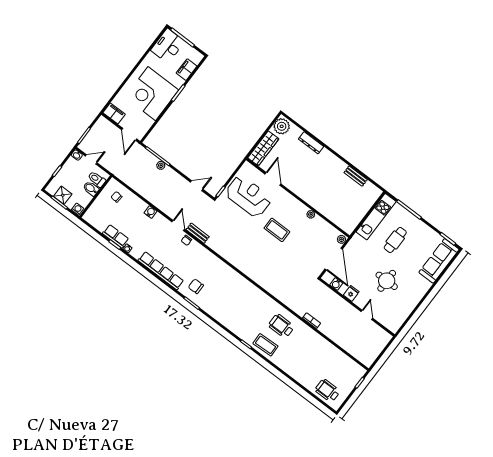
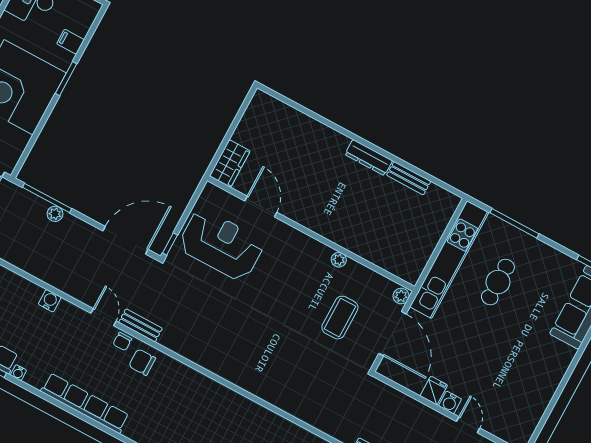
filing cabinet: (187, 70) -> (70, 42), width x0.50
plant: (282, 126) -> (262, 109), removed
dresser: (311, 143) -> (369, 158), moved
wardrobe: (263, 148) -> (230, 164), width x0.67
door: (197, 186) -> (125, 240), width x1.87
kitchen unit: (376, 217) -> (449, 260), width x1.36
coffee table: (277, 230) -> (340, 318), moved, turned 90
round table: (387, 281) -> (494, 358), removed
water cooler: (336, 284) -> (450, 402), moved
chair: (196, 286) -> (142, 362), moved

